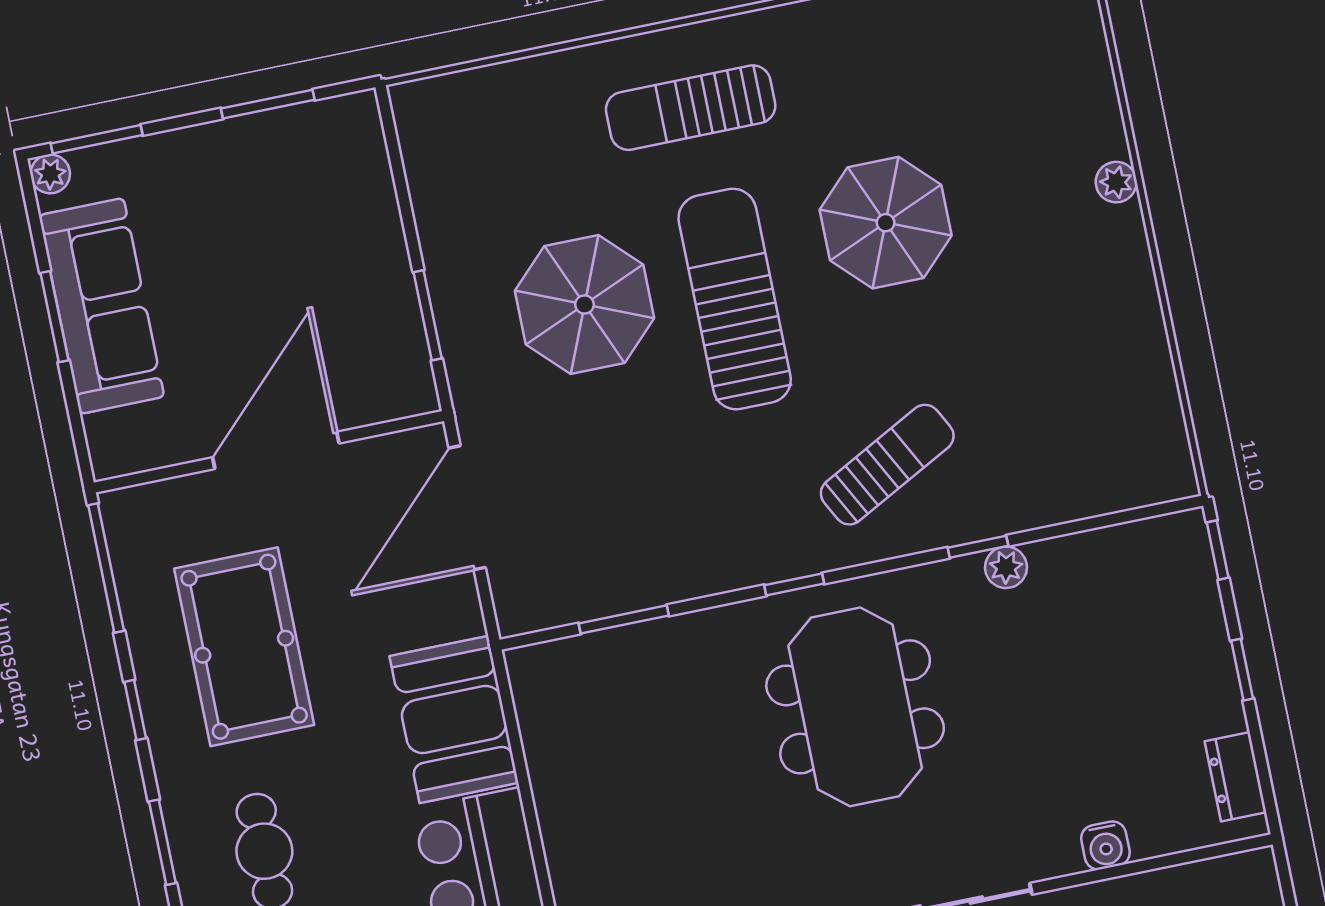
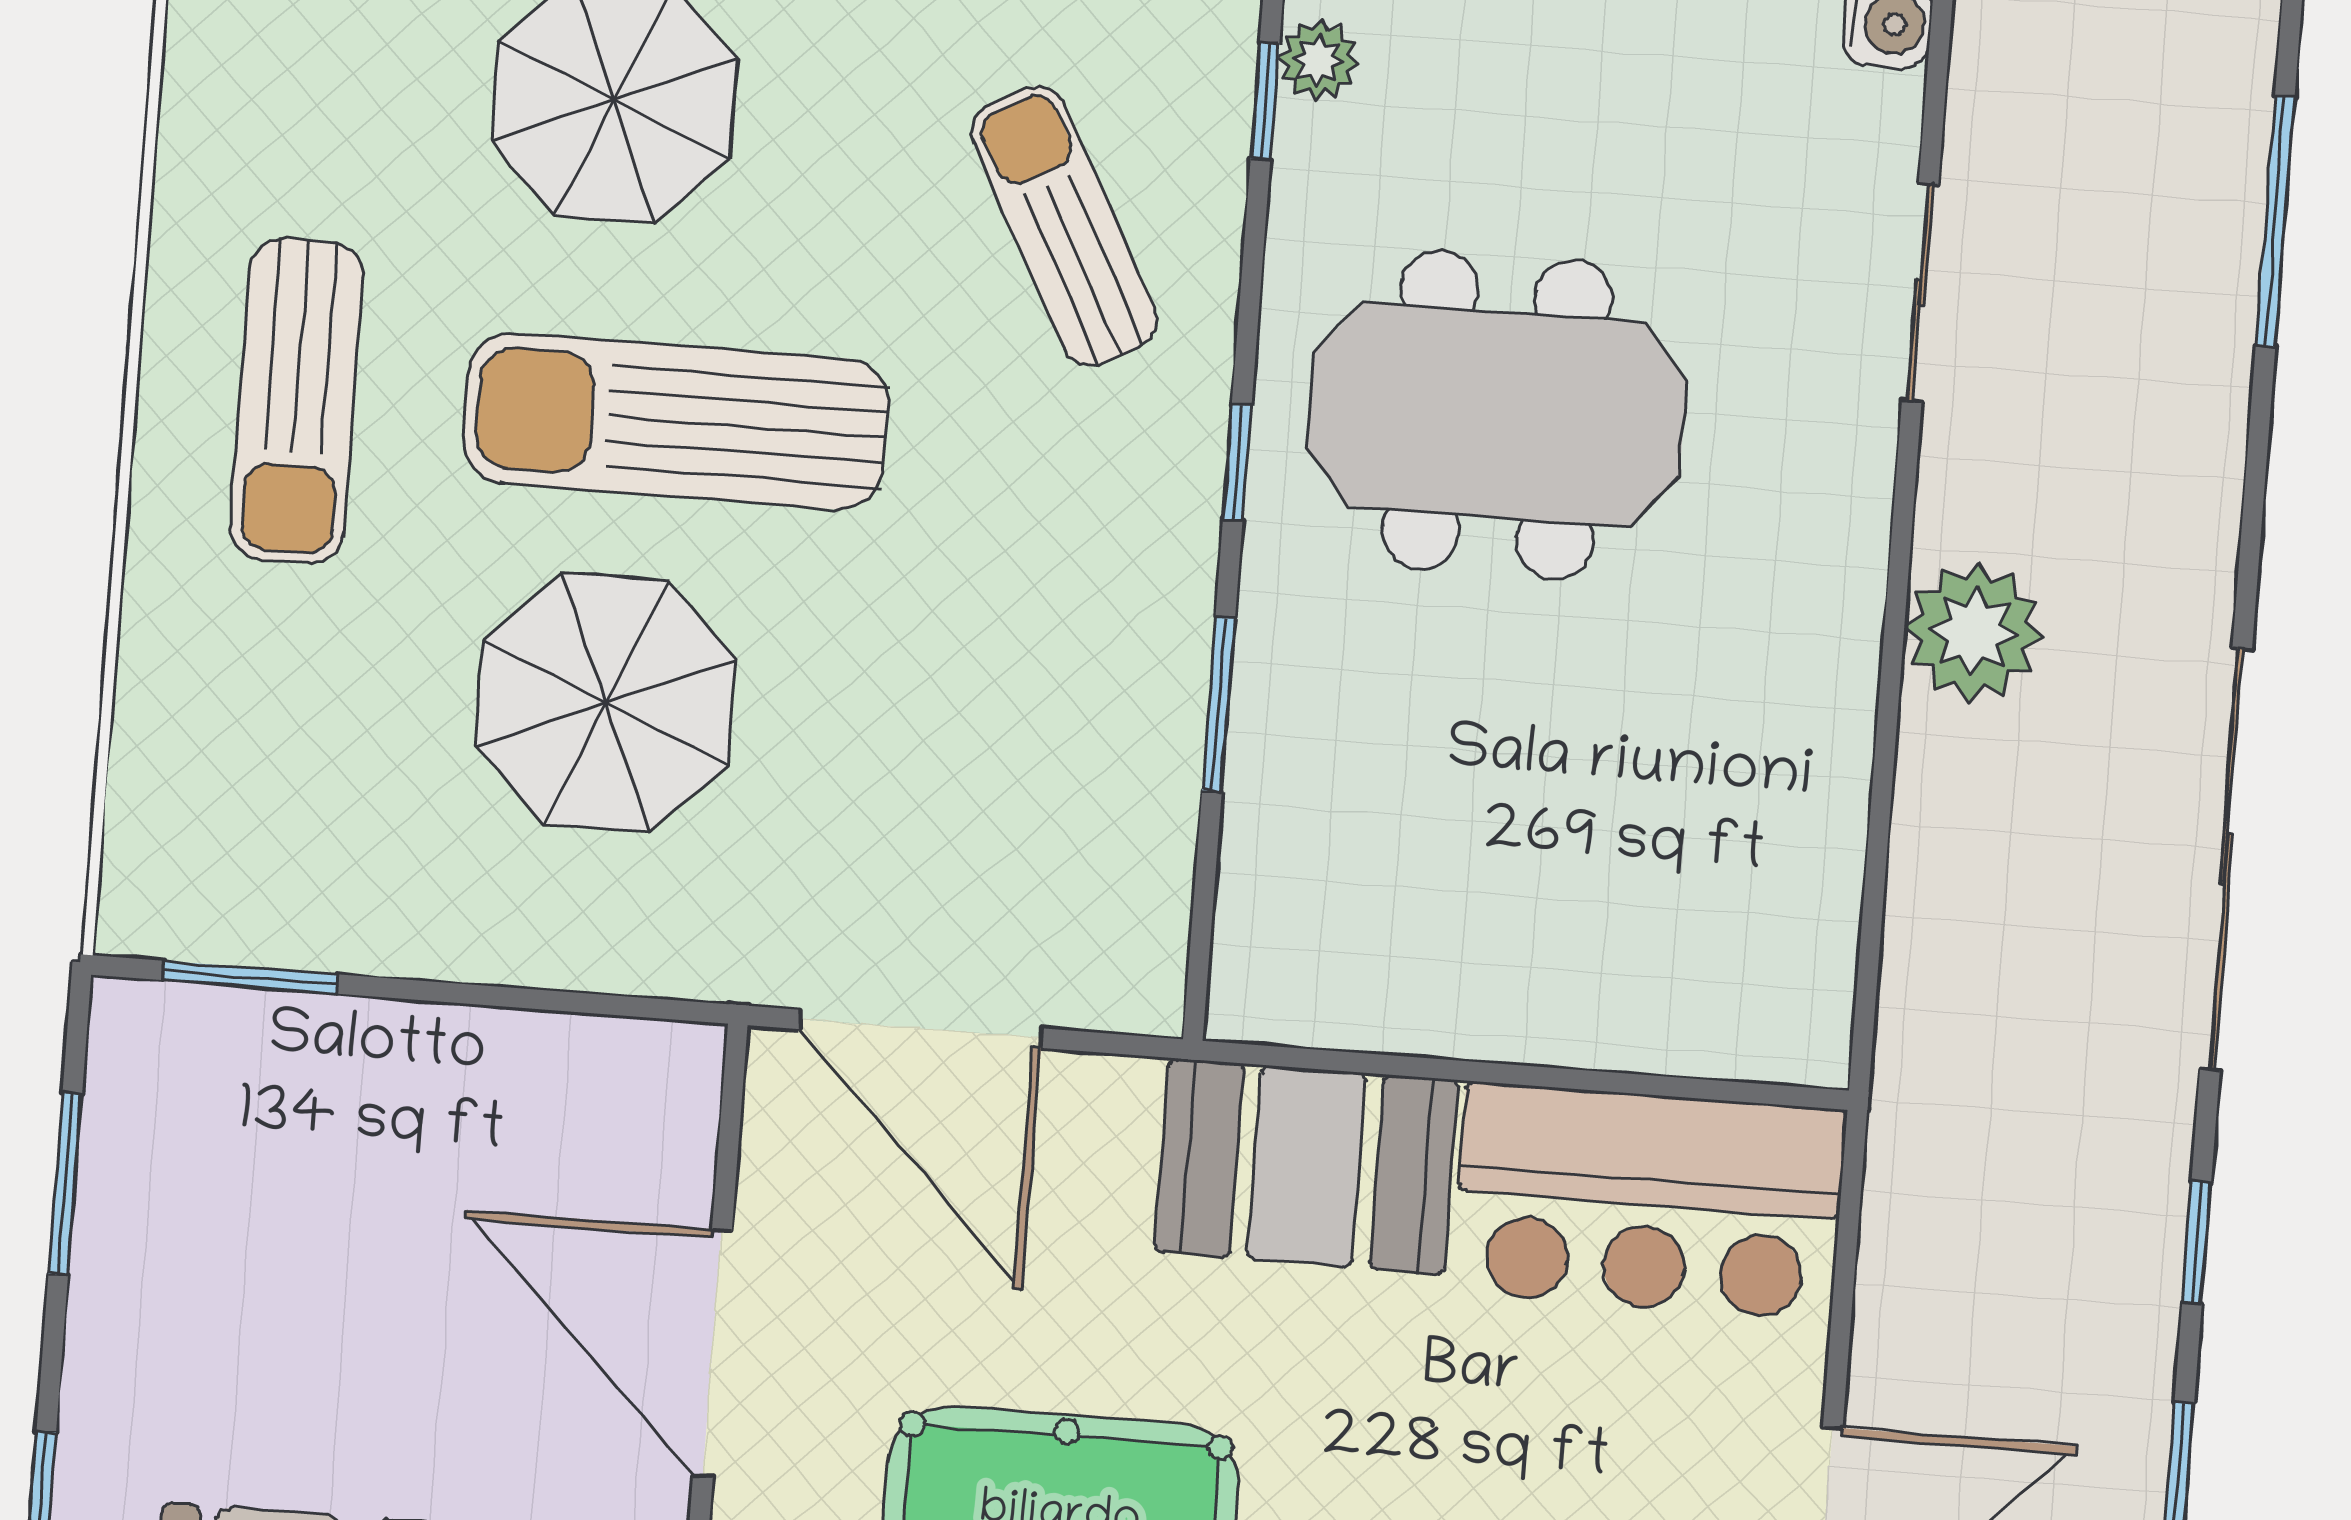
window: (428, 315) -> (250, 977), moved
window: (624, 619) -> (1219, 704), moved

